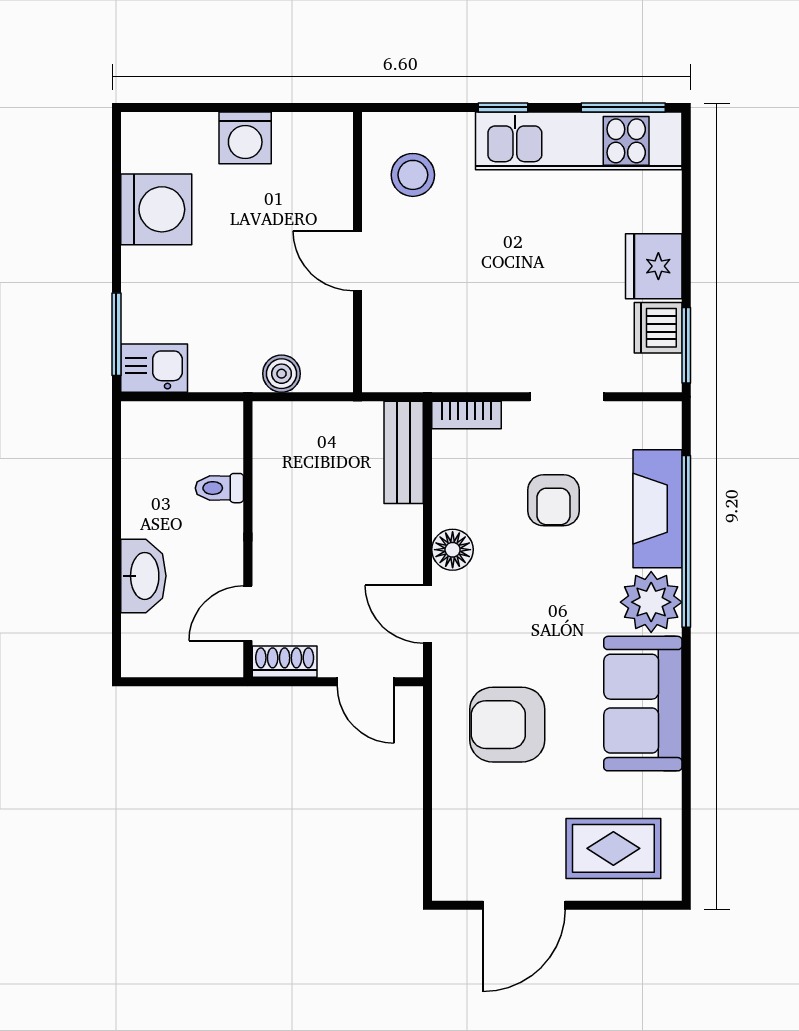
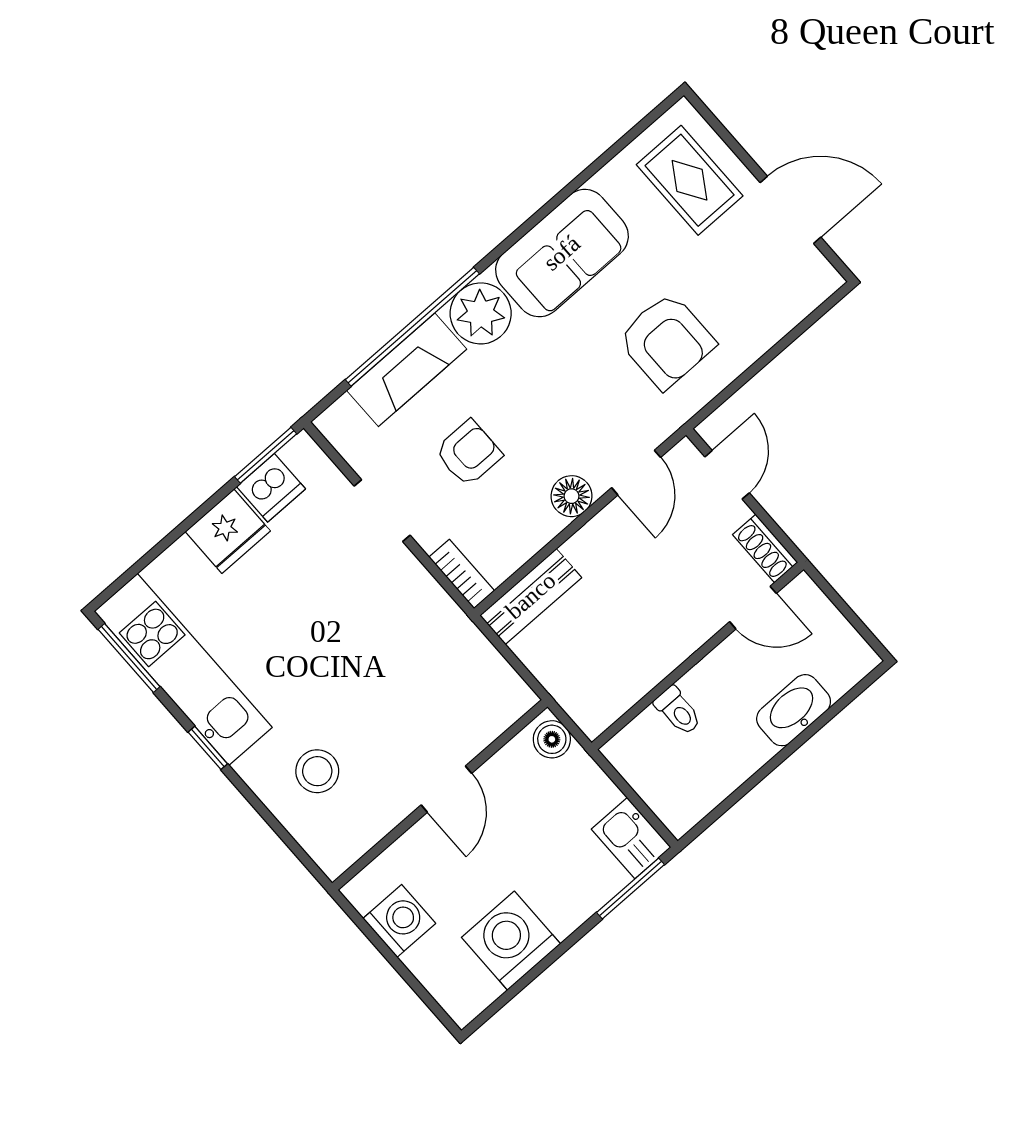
wall: (357, 252) -> (440, 795), moved
door: (357, 261) -> (446, 789), moved

